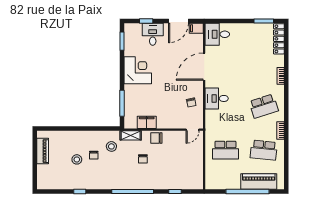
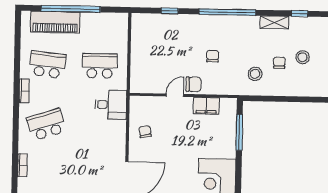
desk: (217, 98) -> (111, 105), moved
door: (193, 130) -> (175, 95), moved
shelving: (131, 135) -> (274, 22), moved

